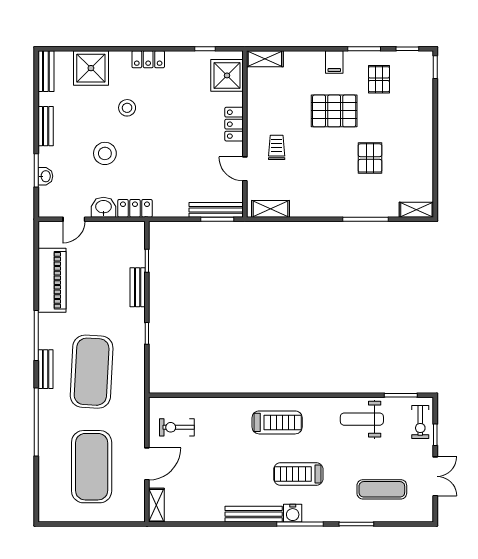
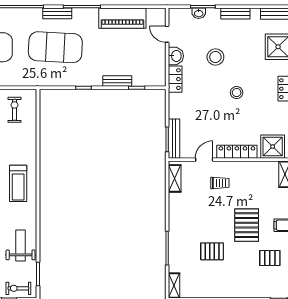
stool: (127, 108) -> (237, 93), moved
locker: (234, 124) -> (237, 152), width x1.53

